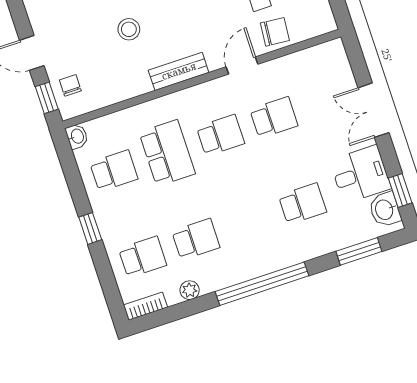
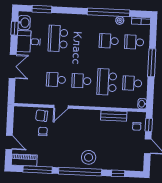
stool: (129, 29) -> (103, 141), removed
bench: (179, 71) -> (114, 116), moved
school desk: (302, 204) -> (58, 38), width x1.85
window: (90, 228) -> (152, 63), width x2.17
window: (262, 284) -> (109, 12), moved

